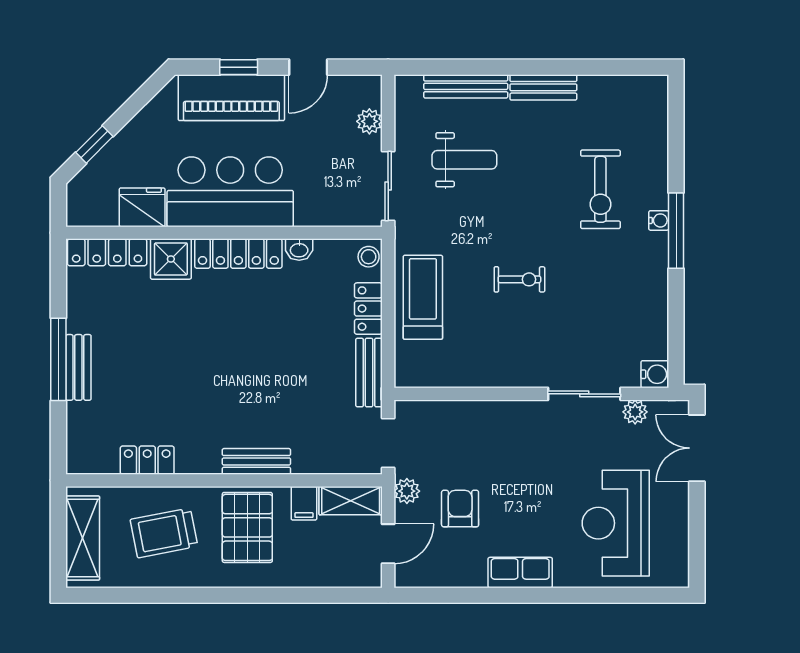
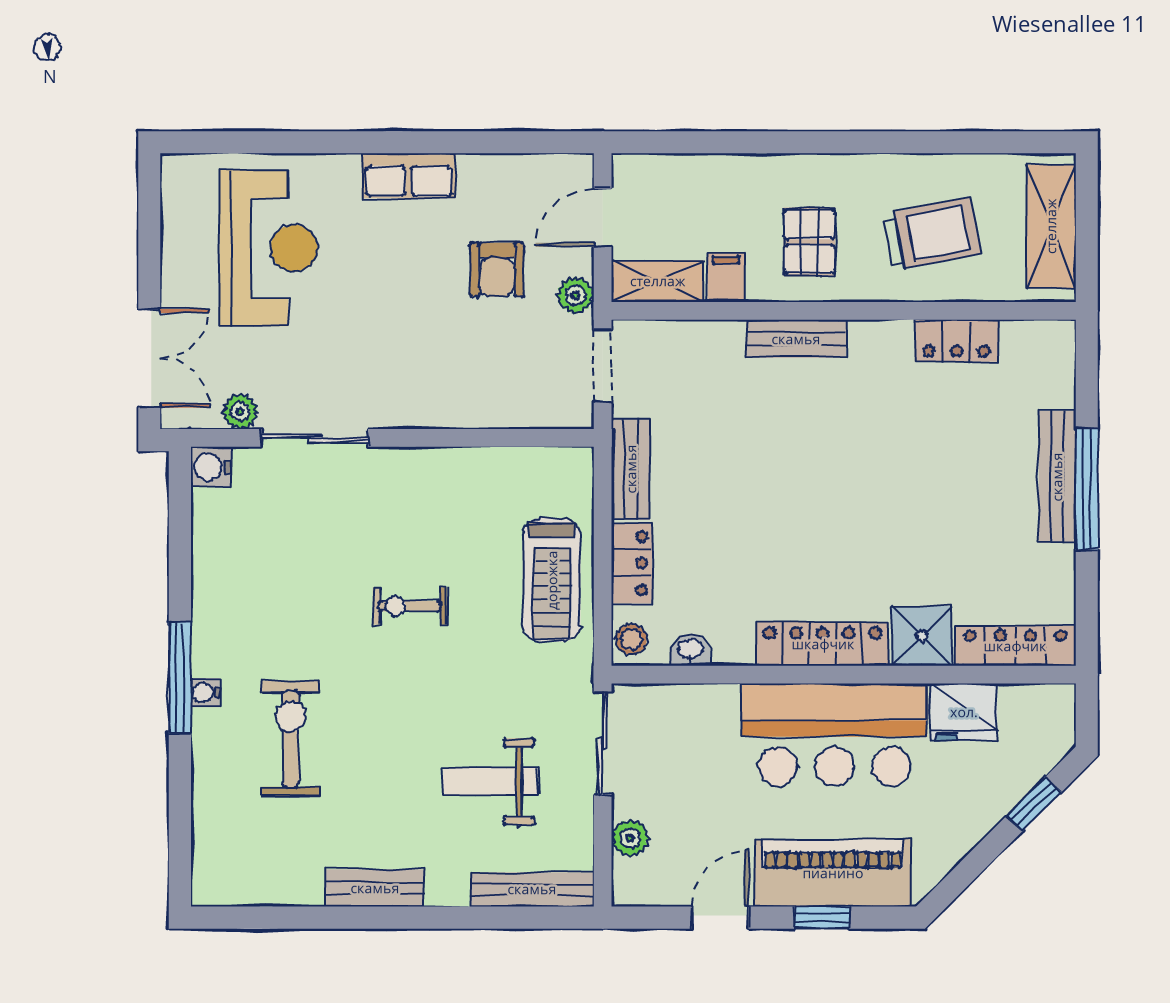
bench: (466, 86) -> (532, 889), moved
washbasin: (299, 250) -> (690, 650), moved
bench: (78, 367) -> (1057, 477), width x1.36
pallet: (247, 527) -> (809, 242), width x0.67, depth x0.71

